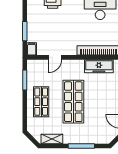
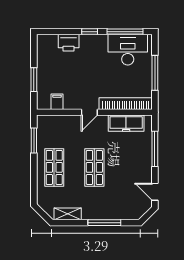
filing cabinet: (32, 49) -> (57, 102), moved
door: (55, 57) -> (89, 112), moved
shop shelf: (73, 102) -> (94, 167), width x0.70, depth x0.74

